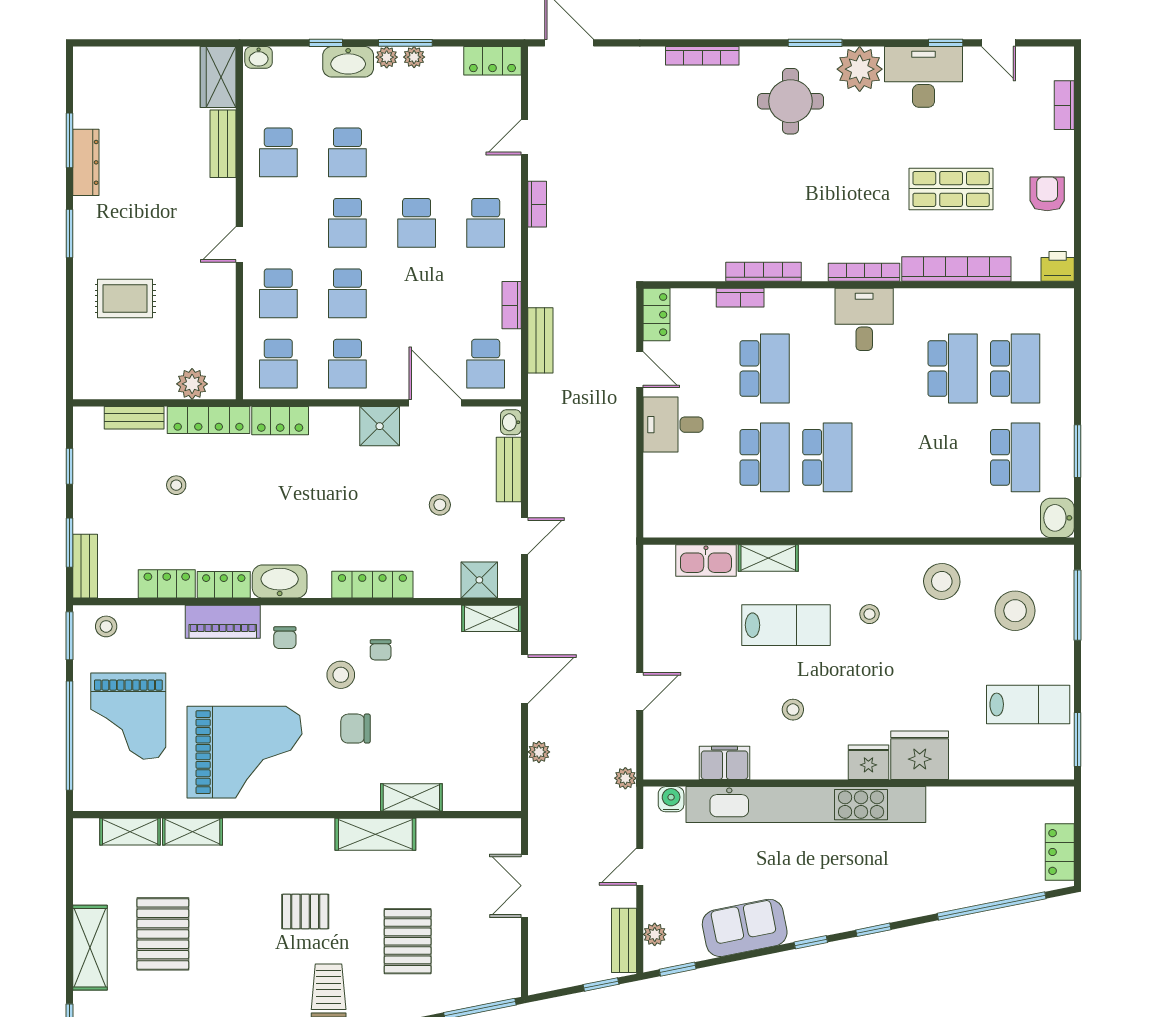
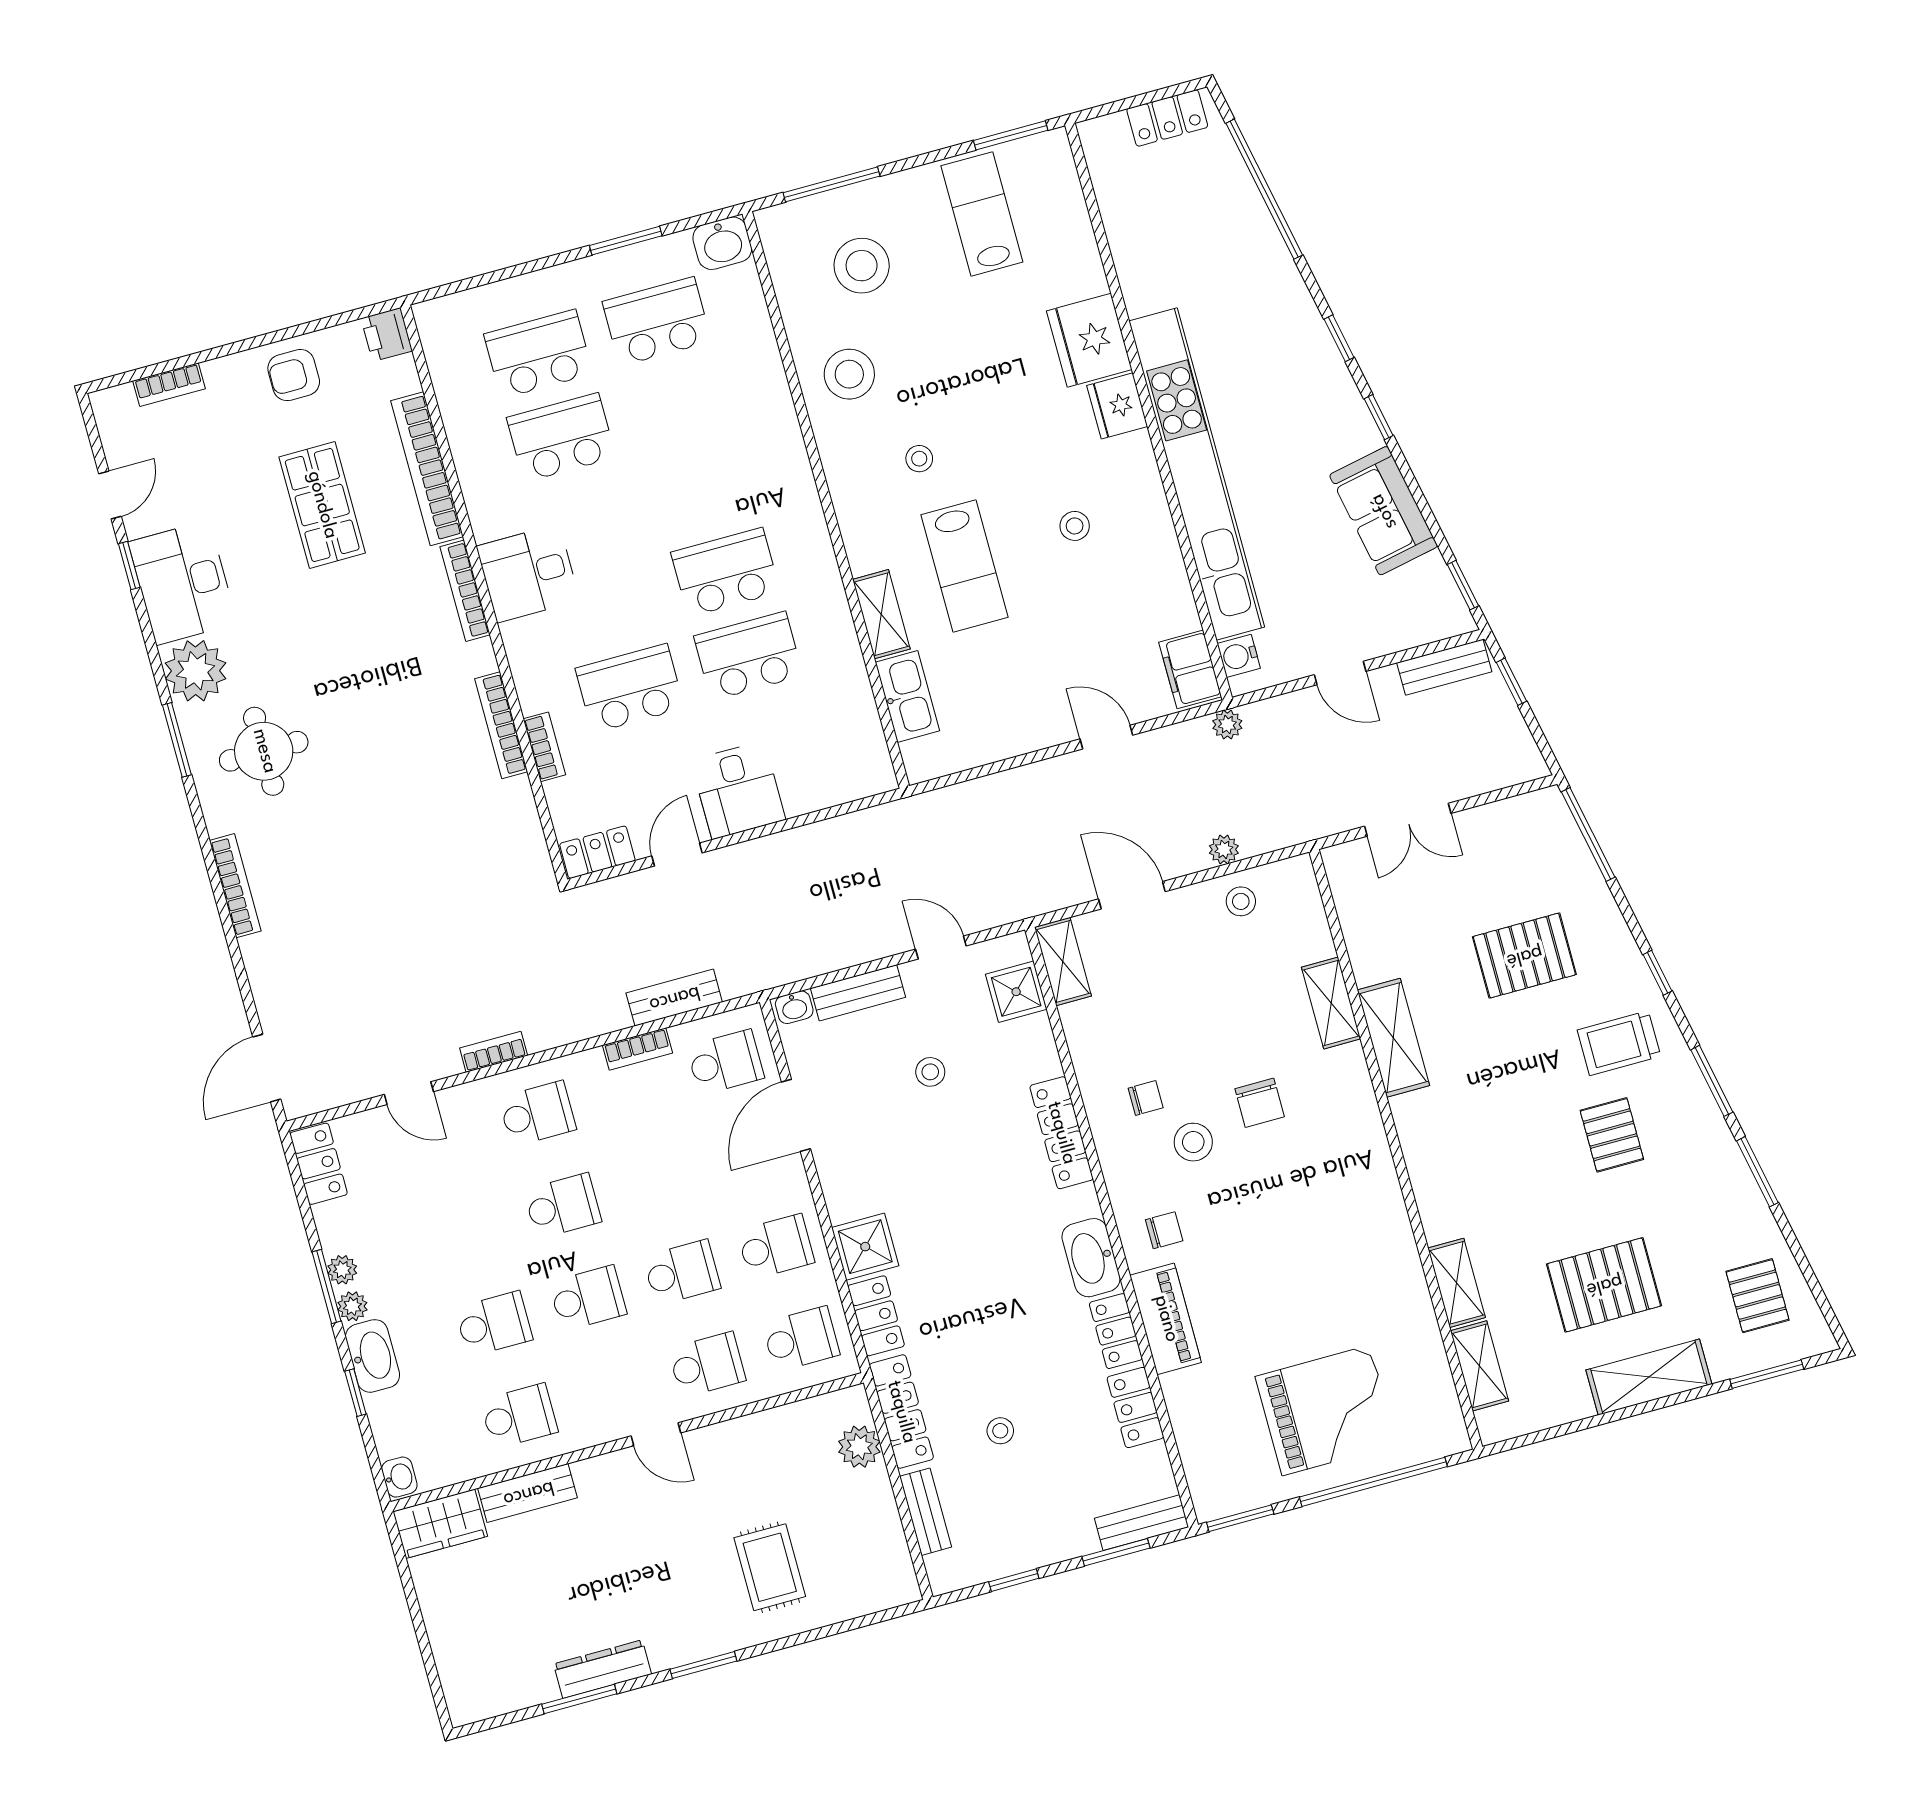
shower: (380, 426) -> (865, 1247), moved
lab bench: (786, 625) -> (964, 566), turned 180
stool: (106, 626) -> (1241, 901), moved
grand piano: (244, 752) -> (1332, 1242), removed
filing cabinet: (725, 763) -> (1190, 669), moved
pallet: (305, 911) -> (1612, 1135), moved
plant: (655, 934) -> (1425, 628), removed

